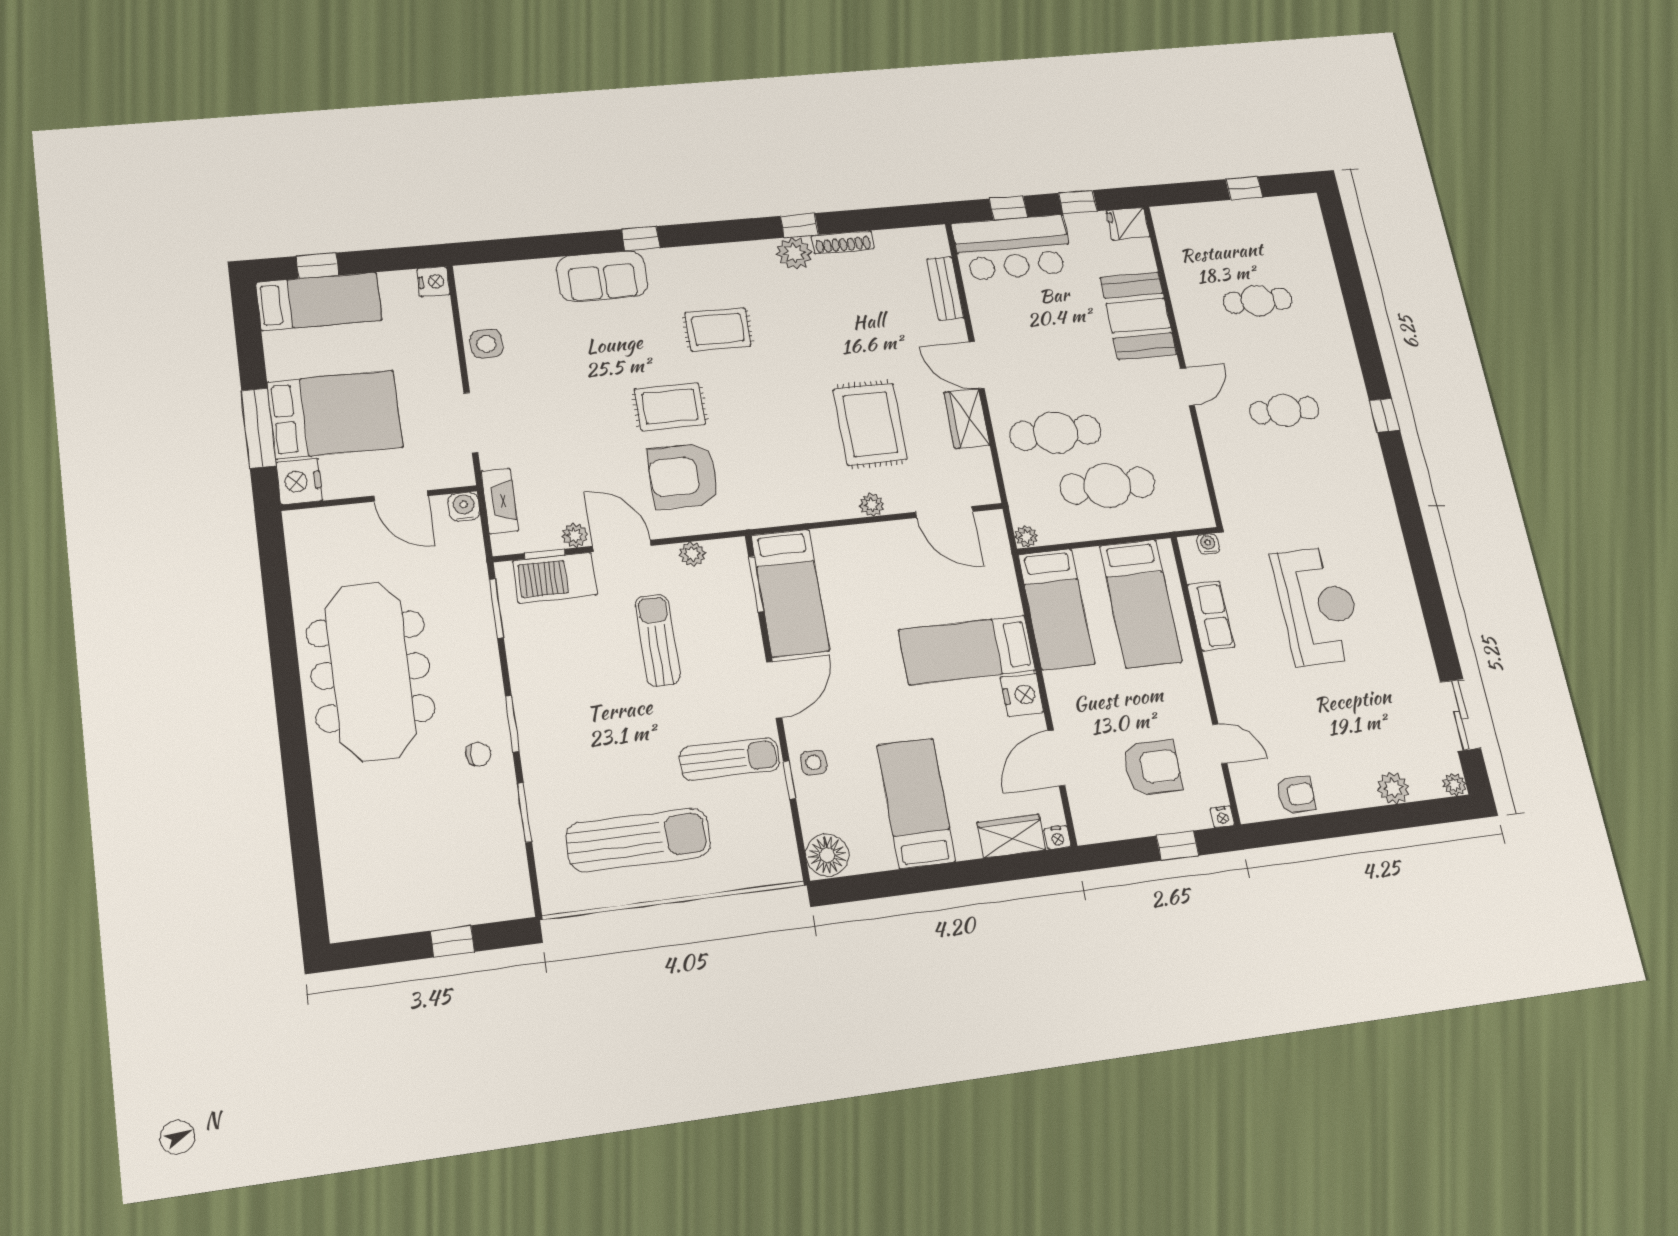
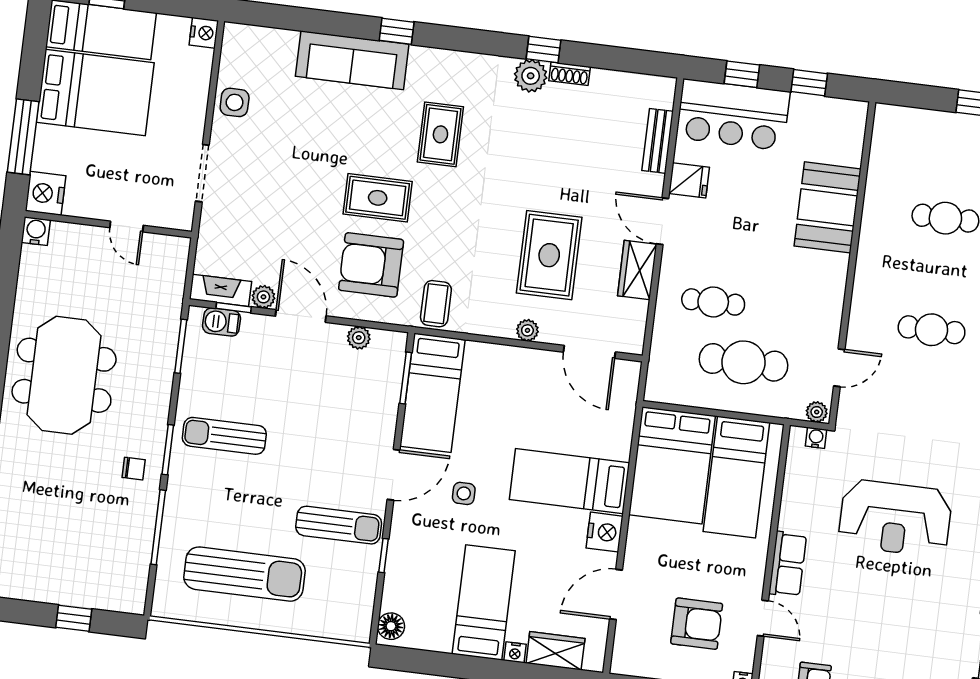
fridge: (1128, 224) -> (689, 180), moved, turned 180
shoe rack: (843, 242) -> (570, 74), width x0.70
sofa: (602, 276) -> (352, 60), width x1.36
rug: (718, 329) -> (440, 134), turned 90
door: (1187, 387) -> (839, 368), moved
bed: (335, 415) -> (95, 93), moved
cafe table: (1056, 433) -> (713, 302), width x0.73, depth x0.74
door: (401, 496) -> (127, 226), width x0.73
coffee table: (765, 500) -> (436, 304), added
fireplace: (500, 501) -> (220, 290), moved, turned -90
water cooler: (464, 507) -> (36, 231), moved
plant: (1026, 537) -> (817, 412), moved
barbecue: (555, 578) -> (221, 322), width x0.53, depth x0.65
reception desk: (1318, 606) -> (895, 518), turned 90
bed: (1056, 609) -> (672, 465), width x1.50
row of seats: (1211, 616) -> (788, 564), moved
sun lounger: (658, 640) -> (224, 436), moved, turned -90
meeting table: (371, 671) -> (64, 375), width x0.73
side table: (814, 763) -> (464, 493), moved
window: (524, 812) -> (158, 527), width x1.44
nightstand: (1057, 837) -> (515, 652), moved
floor lamp: (827, 855) -> (391, 626), width x0.73, depth x0.73

